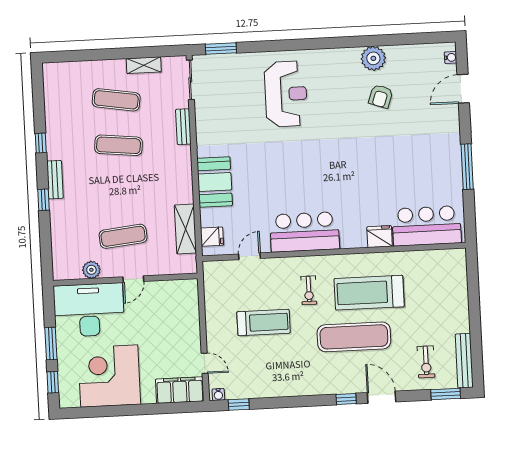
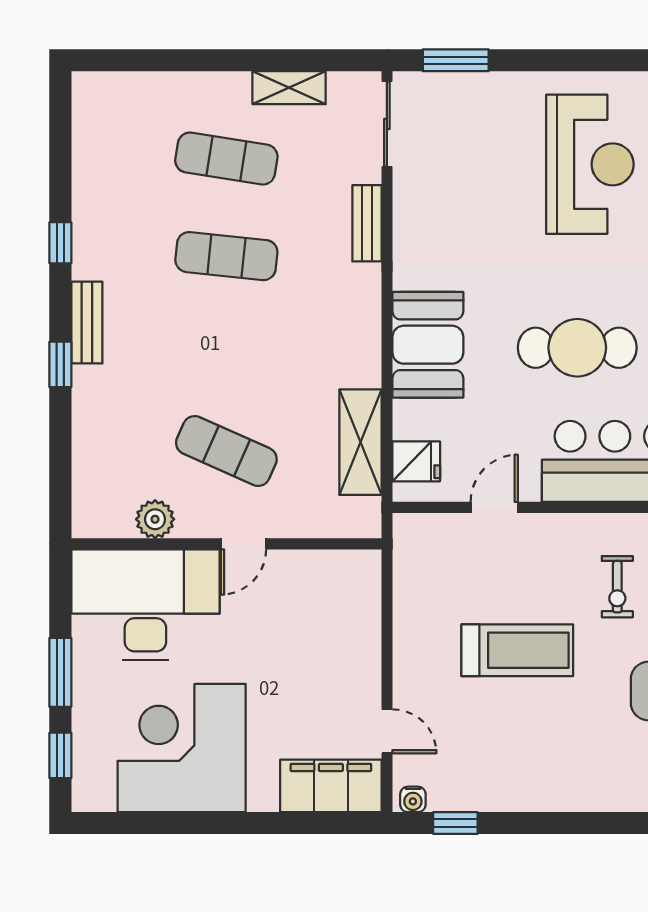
cafe table: (284, 180) -> (577, 348), added
exercise mat: (123, 236) -> (226, 451), turned 30

